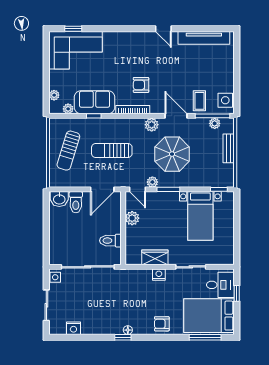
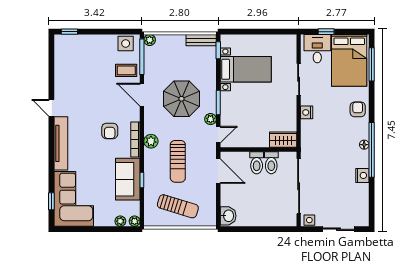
door: (163, 29) -> (51, 108), swing flipped
tv unit: (204, 38) -> (61, 143), moved
window: (237, 46) -> (69, 32), added
plant: (68, 109) -> (135, 221), moved
door: (176, 116) -> (142, 95), hinge flipped
plant: (215, 123) -> (150, 40), moved
plant: (152, 125) -> (151, 141), moved
bench: (229, 148) -> (201, 40), moved
toilet: (76, 202) -> (257, 163), moved, turned 90
plant: (132, 218) -> (248, 140), removed
wardrobe: (155, 257) -> (283, 140), moved, turned 90
armchair: (162, 324) -> (358, 109), turned 180
nightstand: (73, 328) -> (362, 175), moved
window: (123, 337) -> (372, 150), width x3.17

